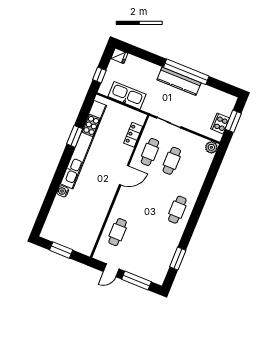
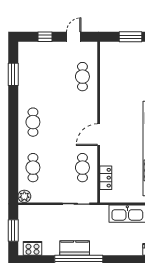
kitchen counter: (179, 81) -> (75, 248), width x0.67
cooker: (220, 123) -> (32, 248), moved, turned -90
cafe table: (172, 161) -> (33, 168), moved
window: (136, 280) -> (45, 37), width x0.46

